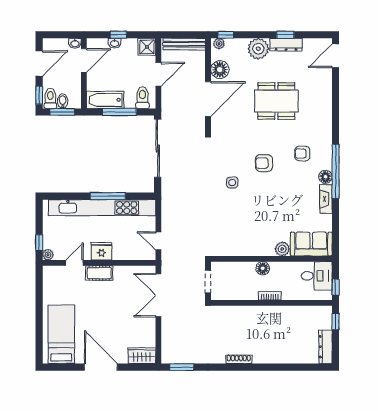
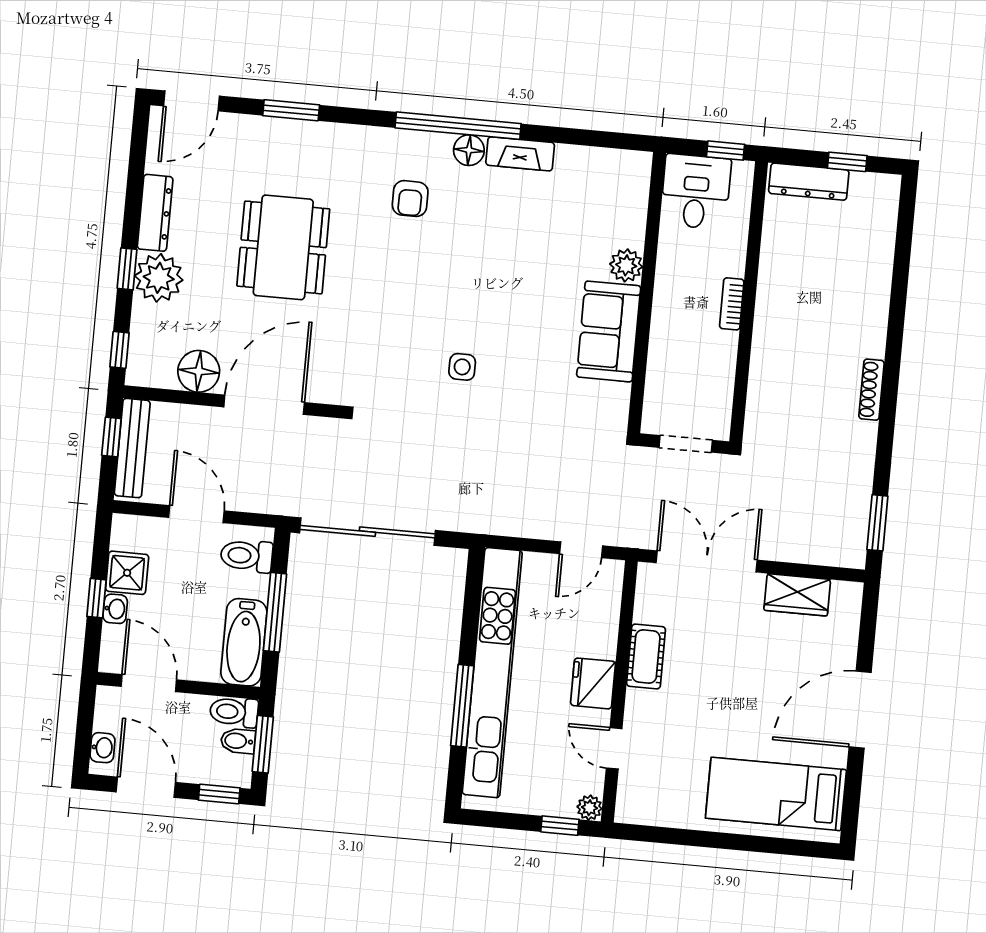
window: (188, 35) -> (111, 437), added
window: (285, 35) -> (127, 269), moved
washbasin: (75, 43) -> (103, 748), moved
plant: (219, 44) -> (138, 367), removed
shower: (147, 47) -> (127, 573), moved
door: (336, 56) -> (192, 101), hinge flipped
toilet: (50, 98) -> (234, 712), moved
door: (208, 99) -> (264, 405), hinge flipped
window: (336, 99) -> (291, 110), added
armchair: (264, 163) -> (424, 289), removed
window: (108, 196) -> (462, 706), moved
sofa: (311, 244) -> (609, 331), moved
floor lamp: (263, 268) -> (667, 315), removed
cot: (99, 273) -> (646, 656), moved
double door: (158, 295) -> (707, 561), swing flipped
window: (336, 321) -> (847, 162), moved
dresser: (325, 347) -> (809, 182), moved
wardrobe: (142, 356) -> (797, 595), moved, turned -90

